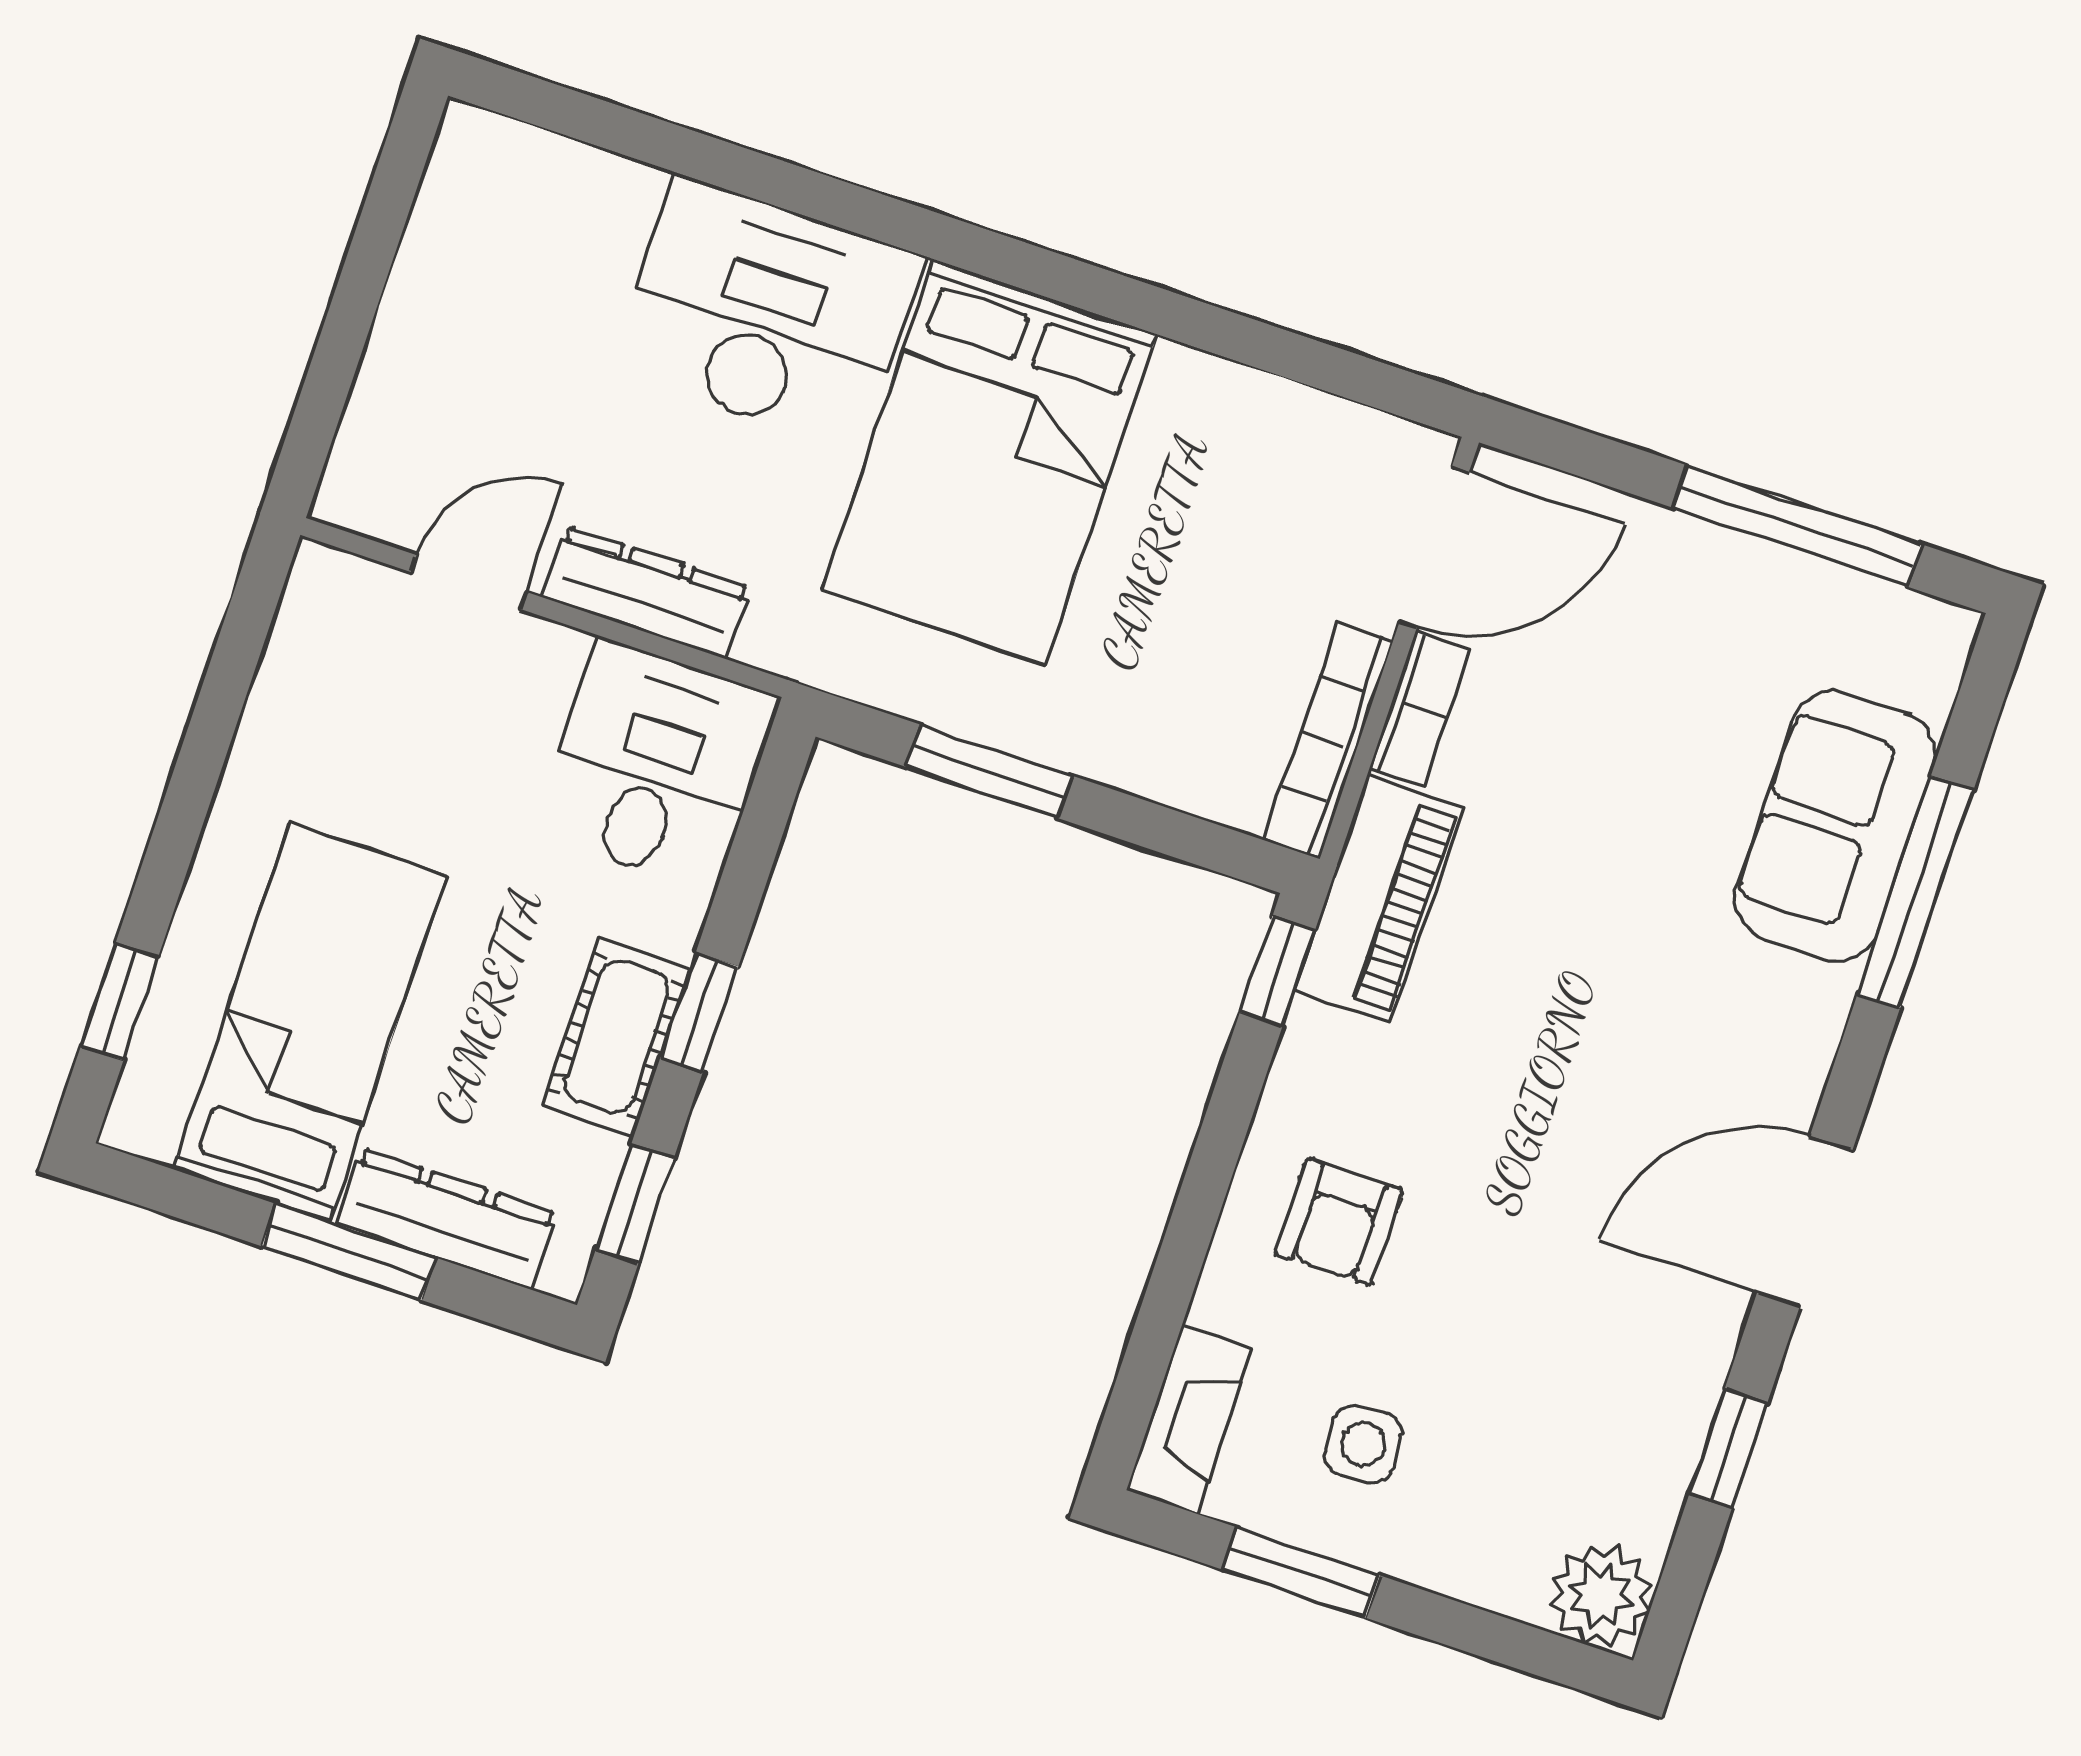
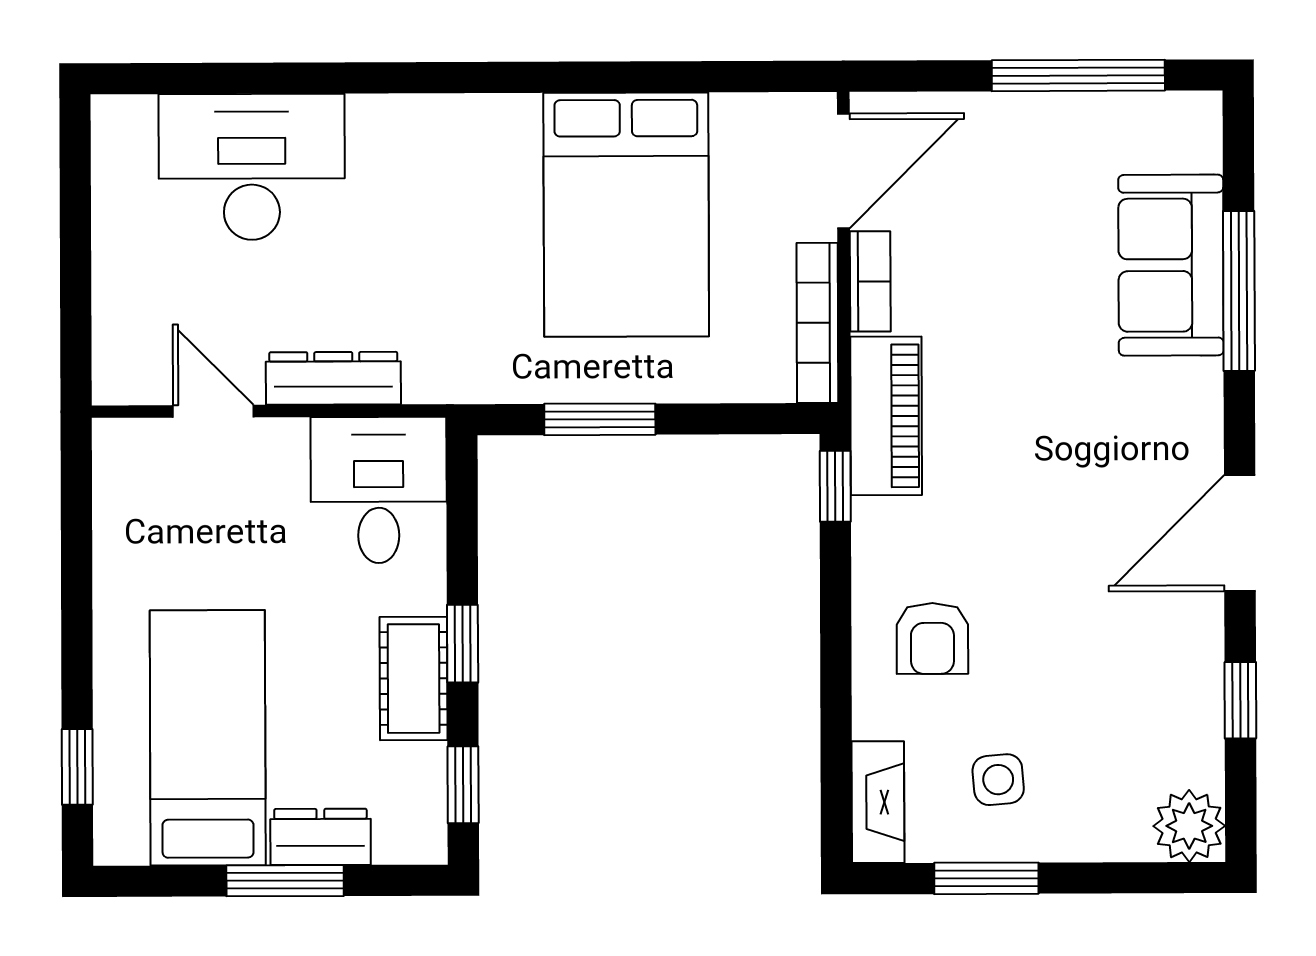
desk: (767, 313) -> (252, 167), moved
bed: (989, 462) -> (626, 215), moved
door: (468, 582) -> (213, 411), hinge flipped
dresser: (447, 1219) -> (321, 837), width x0.70

